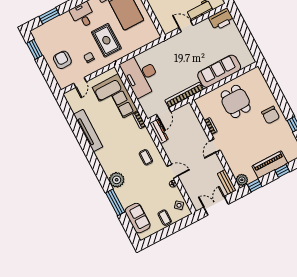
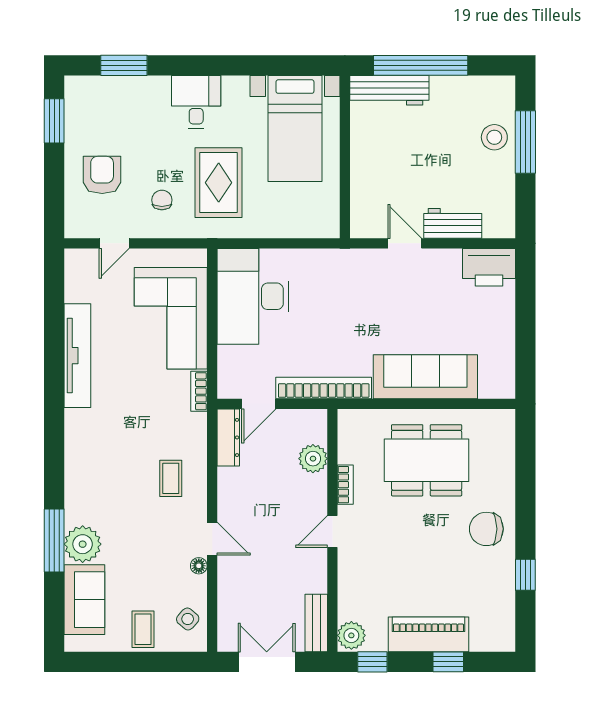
dining table: (236, 101) -> (427, 460), width x1.38
chair: (271, 115) -> (486, 529), turned 90
plant: (194, 123) -> (313, 459), added
plant: (117, 180) -> (83, 544), moved

